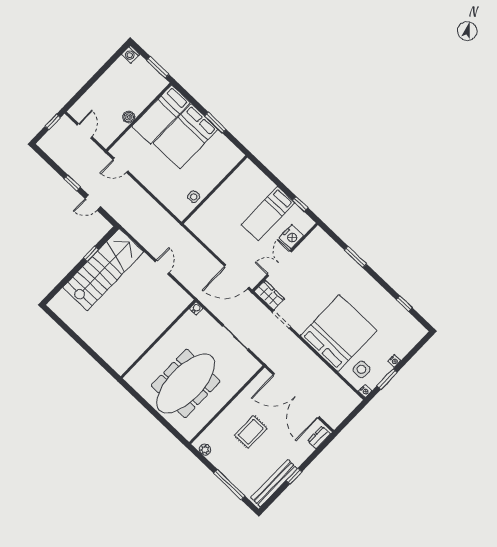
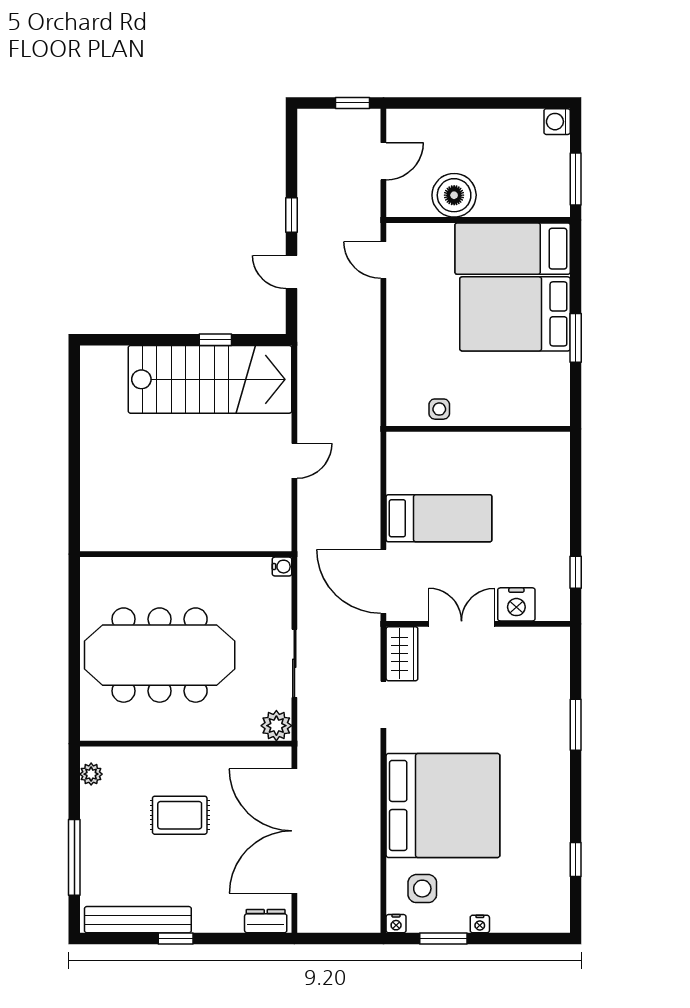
boiler: (129, 117) -> (454, 195), width x1.86, depth x1.86
bed: (268, 214) -> (439, 518), moved, turned 180
plant: (252, 366) -> (276, 726), added

